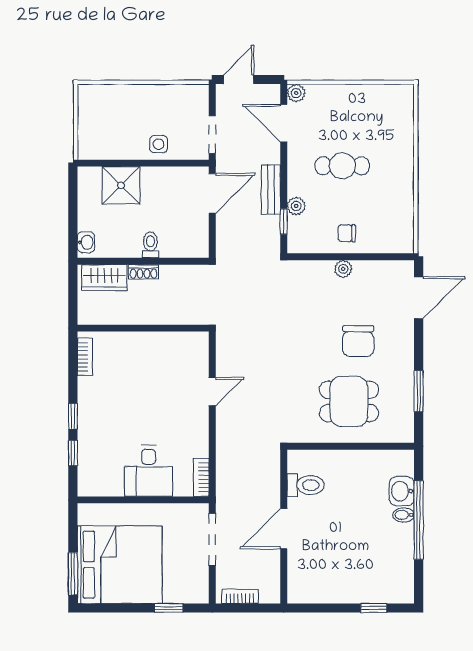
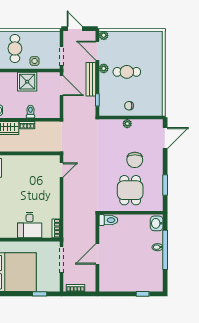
door: (239, 79) -> (75, 29), hinge flipped
cafe table: (119, 119) -> (15, 48), added
shower: (121, 185) -> (27, 82), moved
bench: (271, 190) -> (91, 79), width x1.36
door: (212, 193) -> (62, 86), hinge flipped
plant: (296, 206) -> (104, 68), moved
door: (212, 392) -> (62, 170), moved
dining table: (349, 401) -> (130, 190), turned 90
toilet: (306, 485) -> (108, 220), moved
washbasin: (402, 491) -> (157, 223), moved

